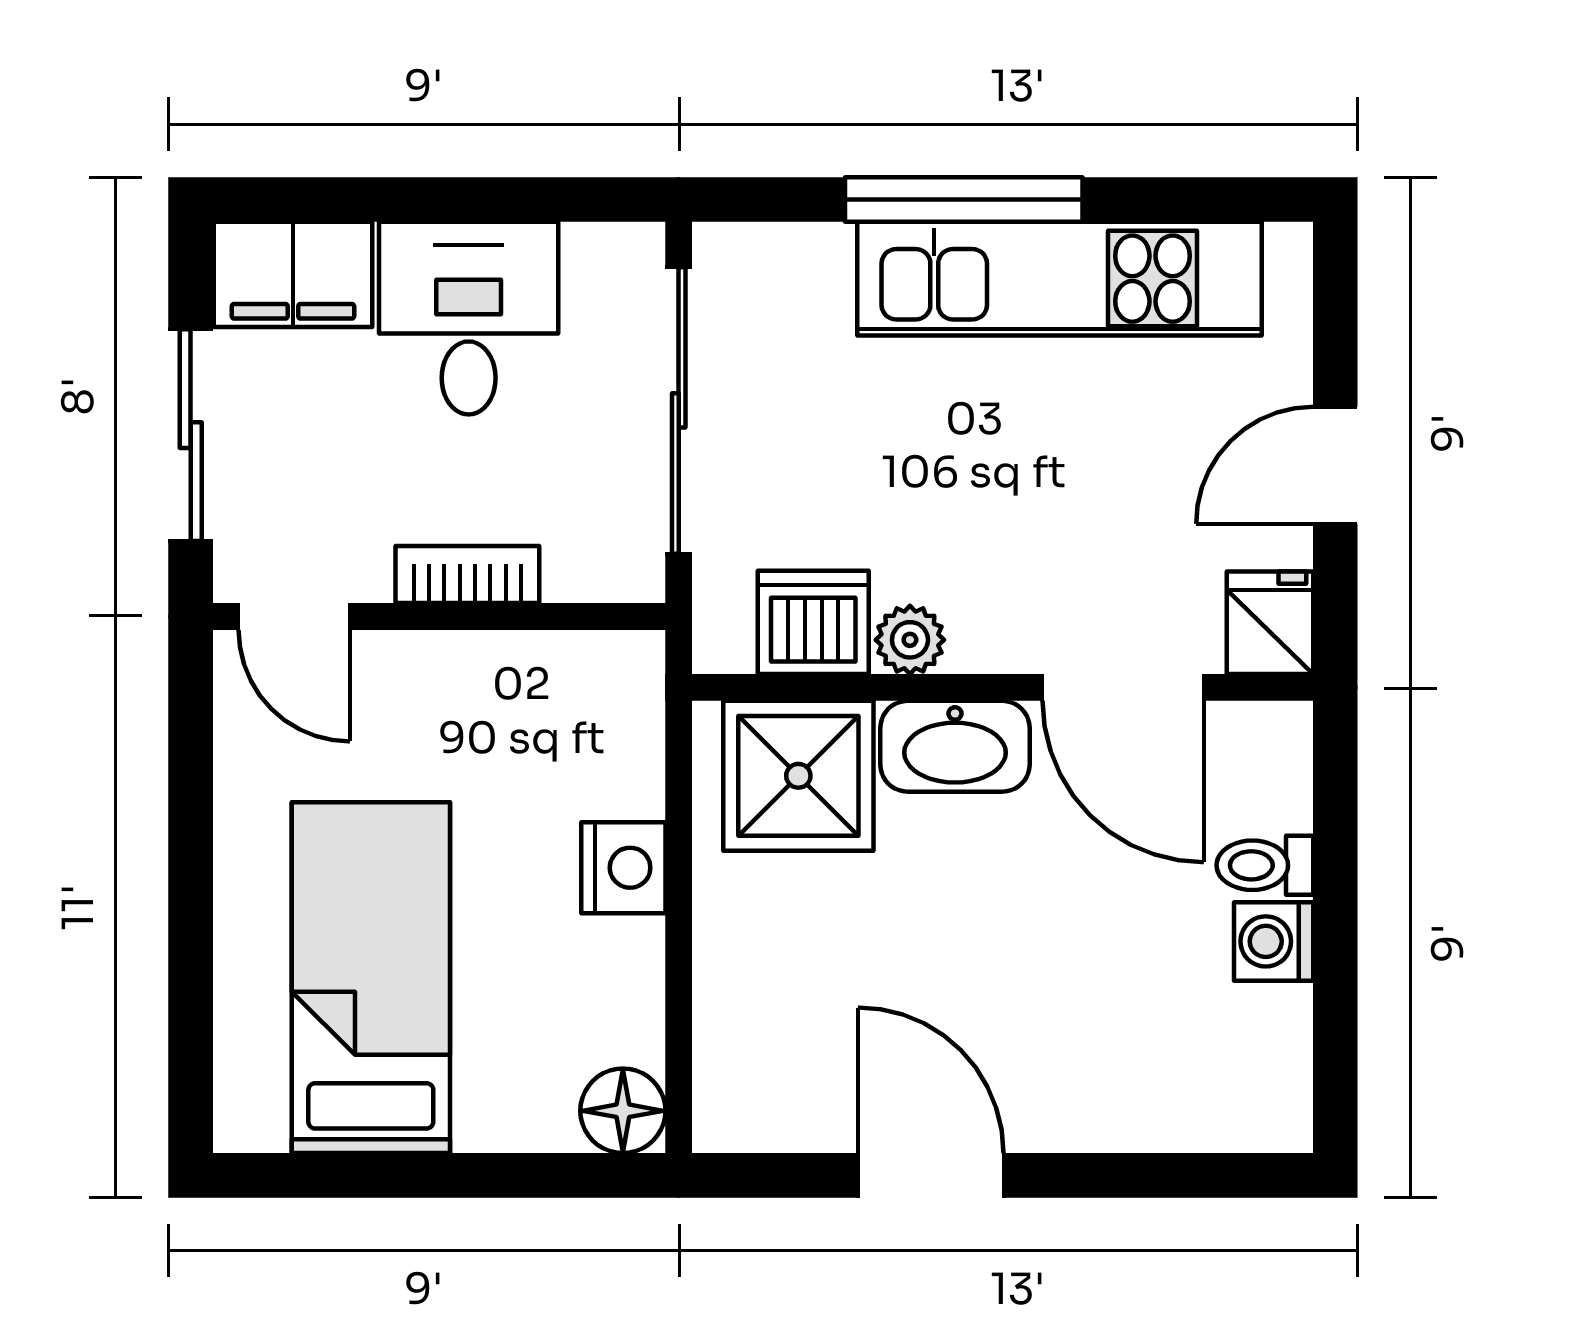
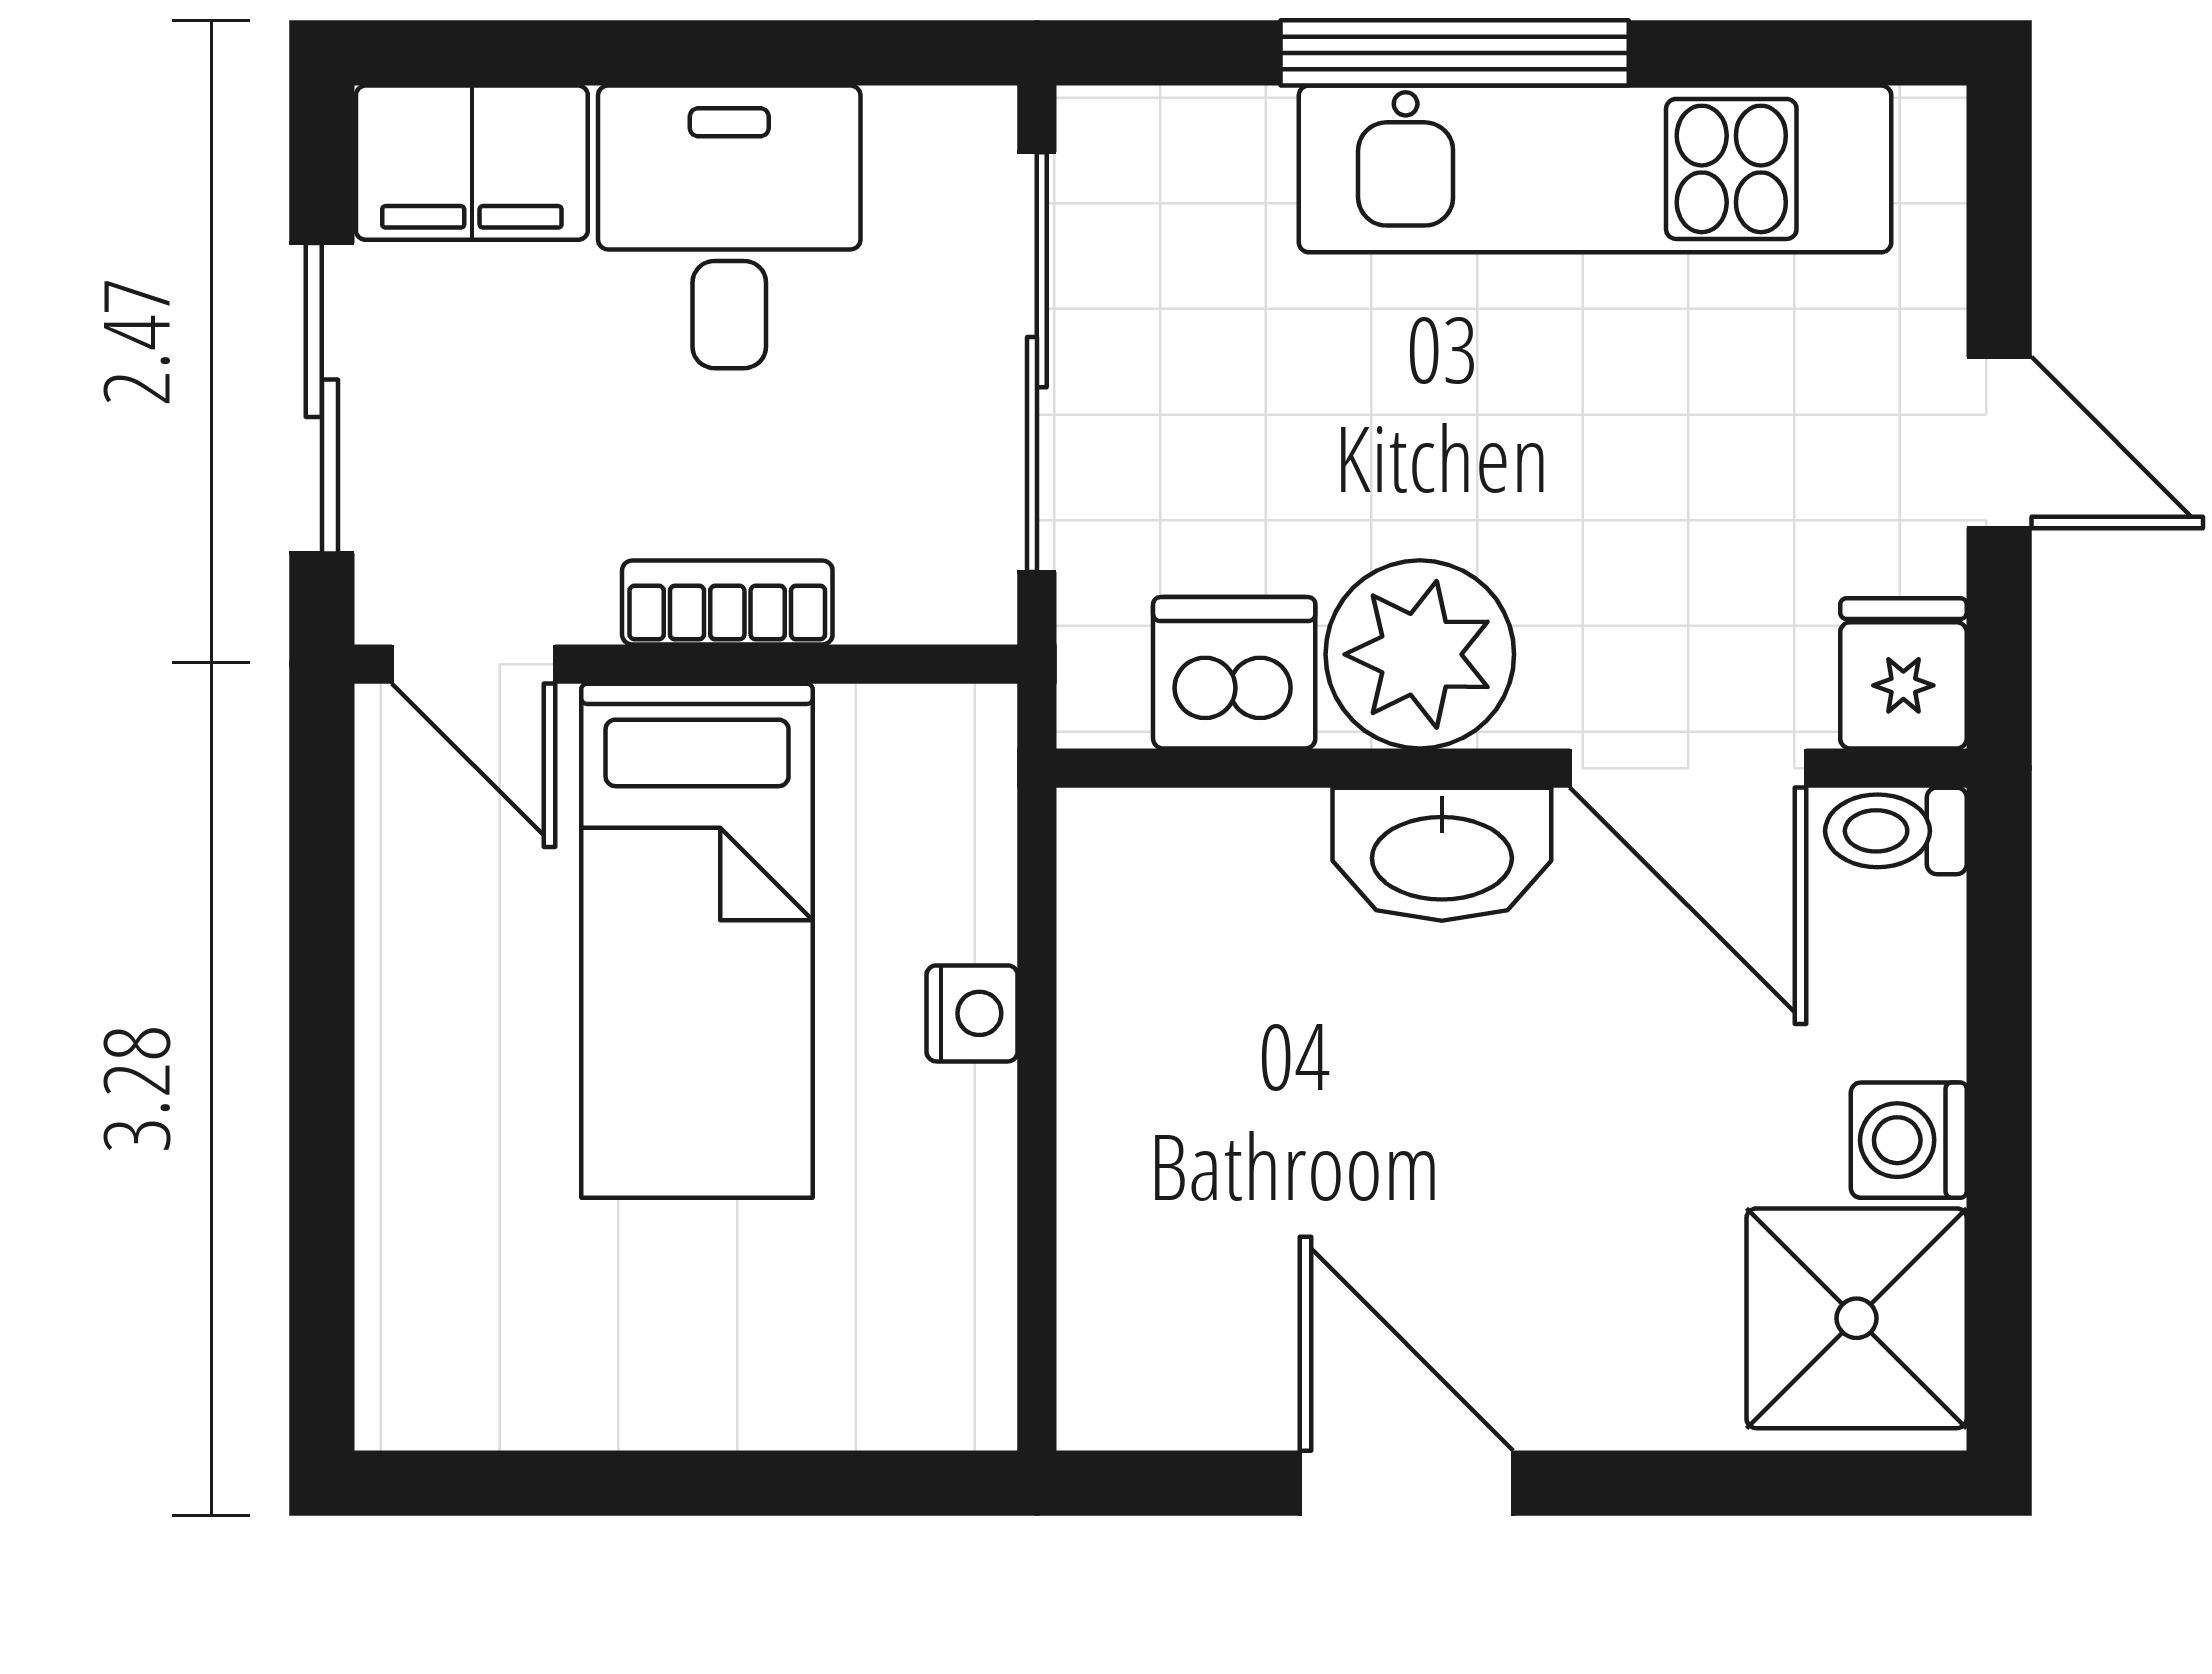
door: (1335, 465) -> (1999, 443), swing flipped
plant: (910, 640) -> (1420, 654), width x1.88, depth x1.88
shower: (798, 776) -> (1857, 1318), moved
toilet: (1265, 865) -> (1896, 831), moved
nightstand: (623, 868) -> (972, 1013), width x0.72, depth x0.74
bed: (371, 978) -> (697, 941), moved, turned 180
floor lamp: (623, 1111) -> (955, 1388), removed

